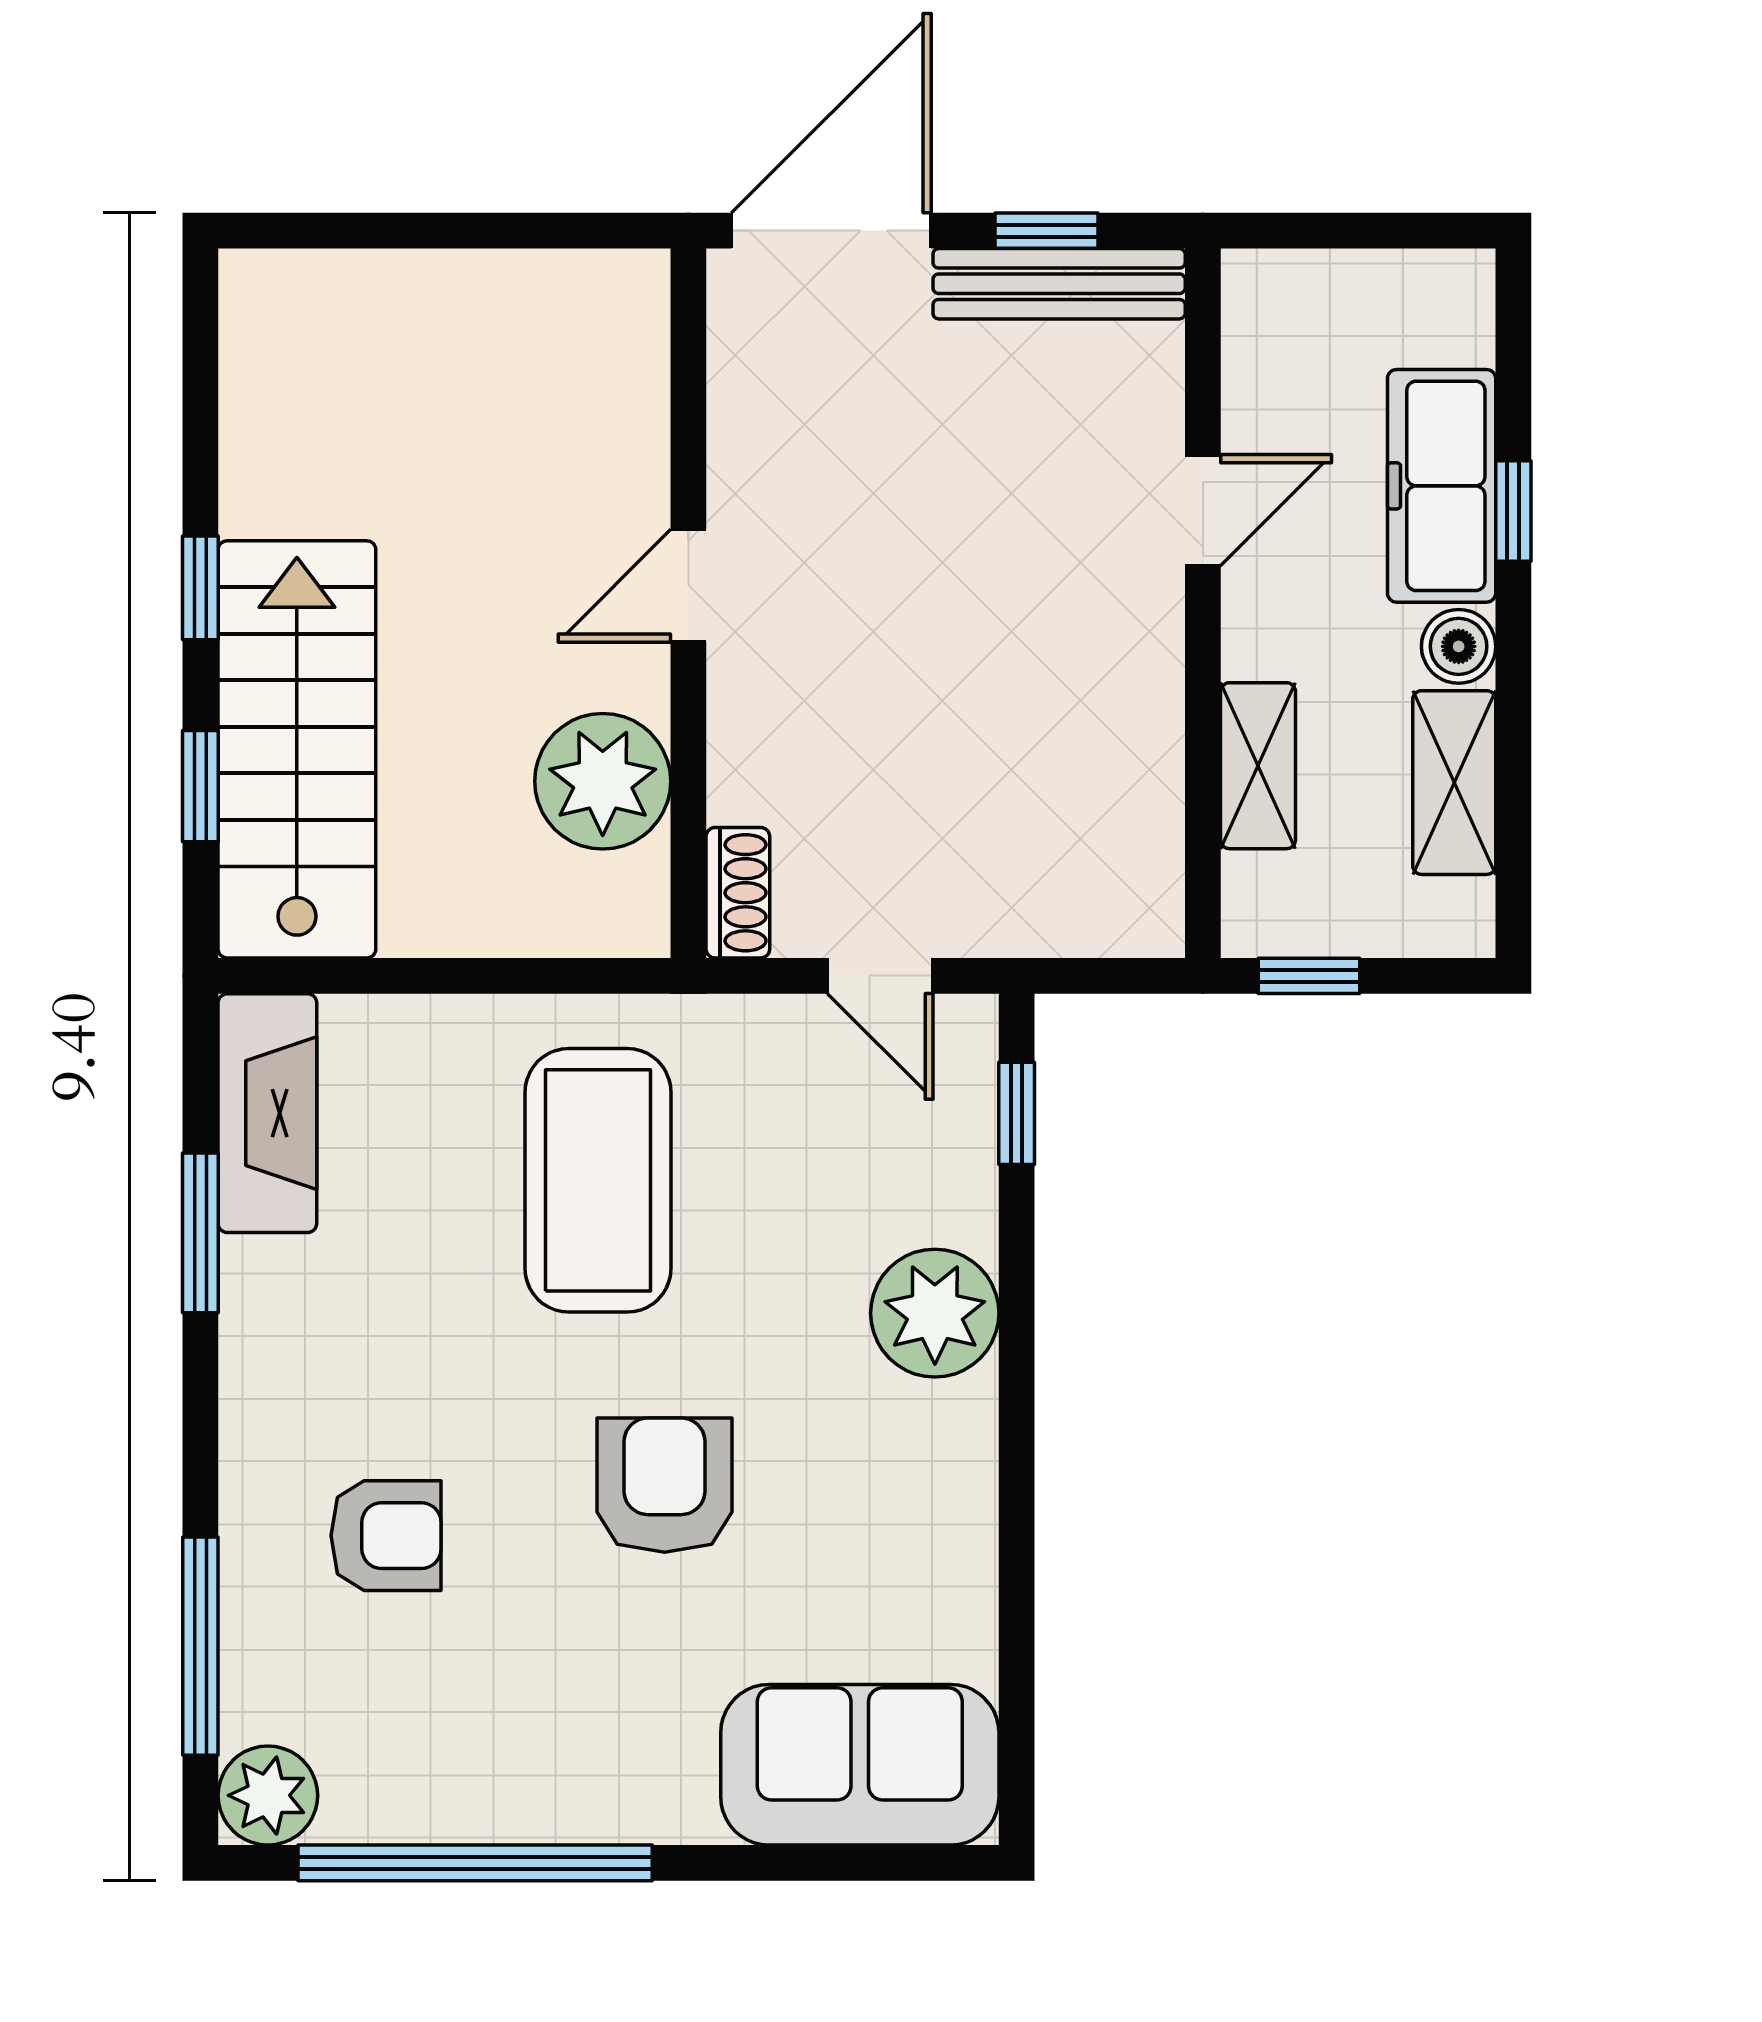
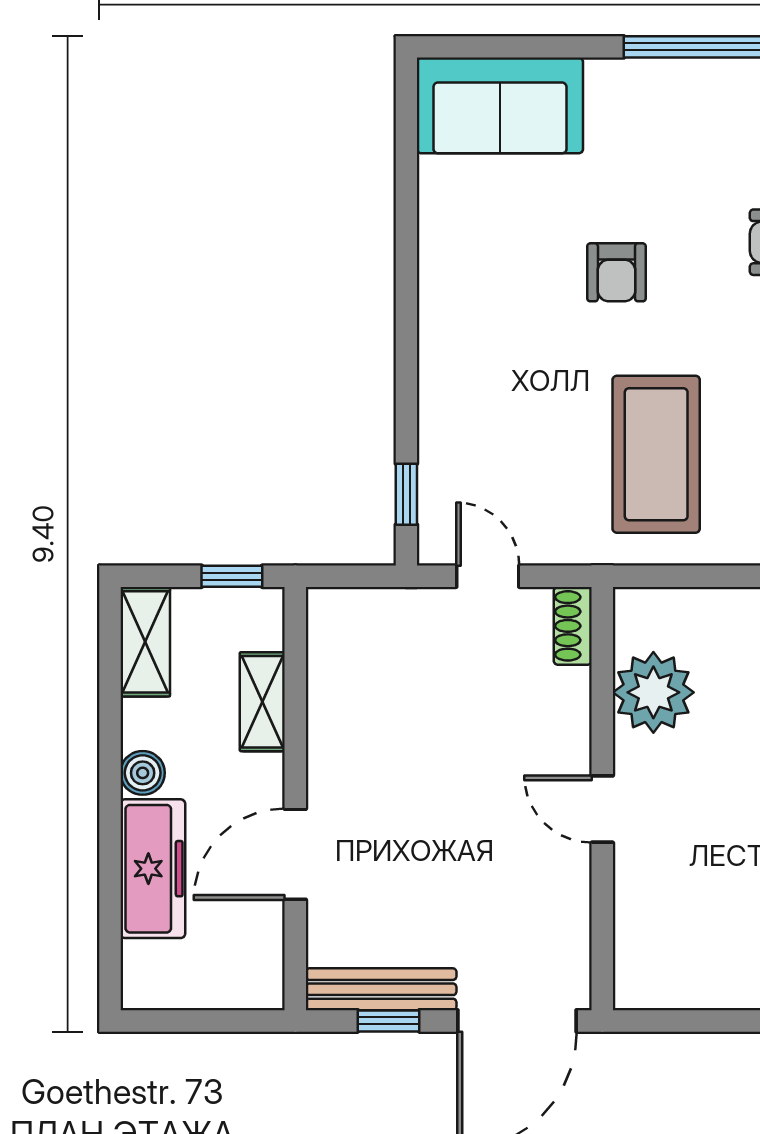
door: (1203, 510) -> (295, 854), width x1.37
window: (1513, 511) -> (110, 854), removed
door: (688, 586) -> (602, 809), swing flipped
shelving: (1454, 783) -> (145, 642), moved
plant: (935, 1313) -> (455, 375), removed
armchair: (665, 1485) -> (616, 272), width x0.72, depth x0.72

